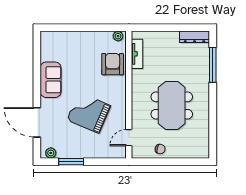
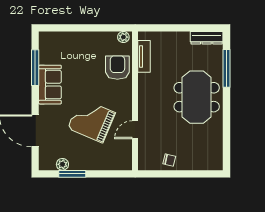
window: (37, 64) -> (35, 68), added
meeting table: (172, 106) -> (197, 97), moved
door: (129, 138) -> (135, 130), moved
plant: (51, 153) -> (62, 164), moved

